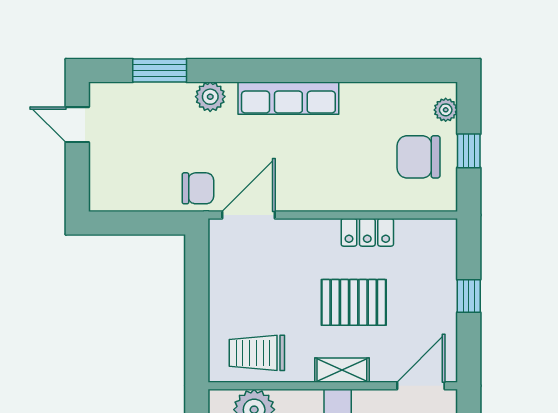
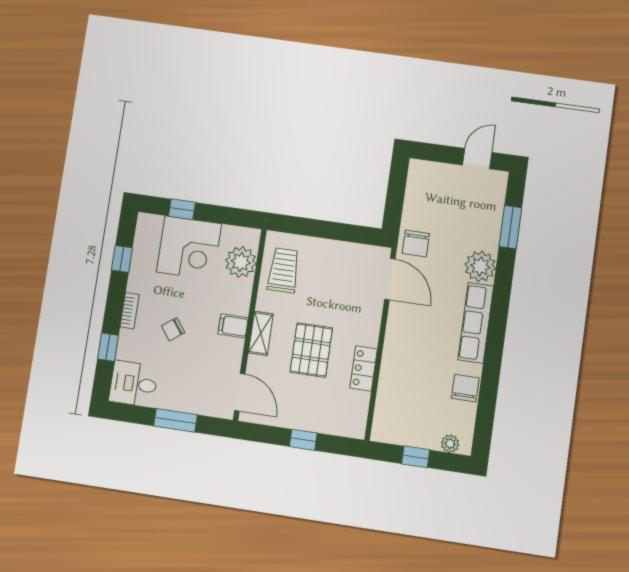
plant: (210, 97) -> (480, 266), width x1.36, depth x1.36
chair: (418, 157) -> (465, 388), moved, width x0.73, depth x0.73

